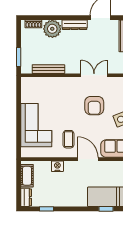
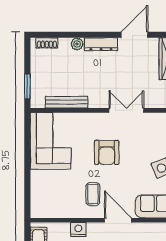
plant: (52, 29) -> (77, 44), width x0.53, depth x0.53
armchair: (94, 106) -> (107, 152), moved
corner sofa: (36, 125) -> (51, 141), moved

